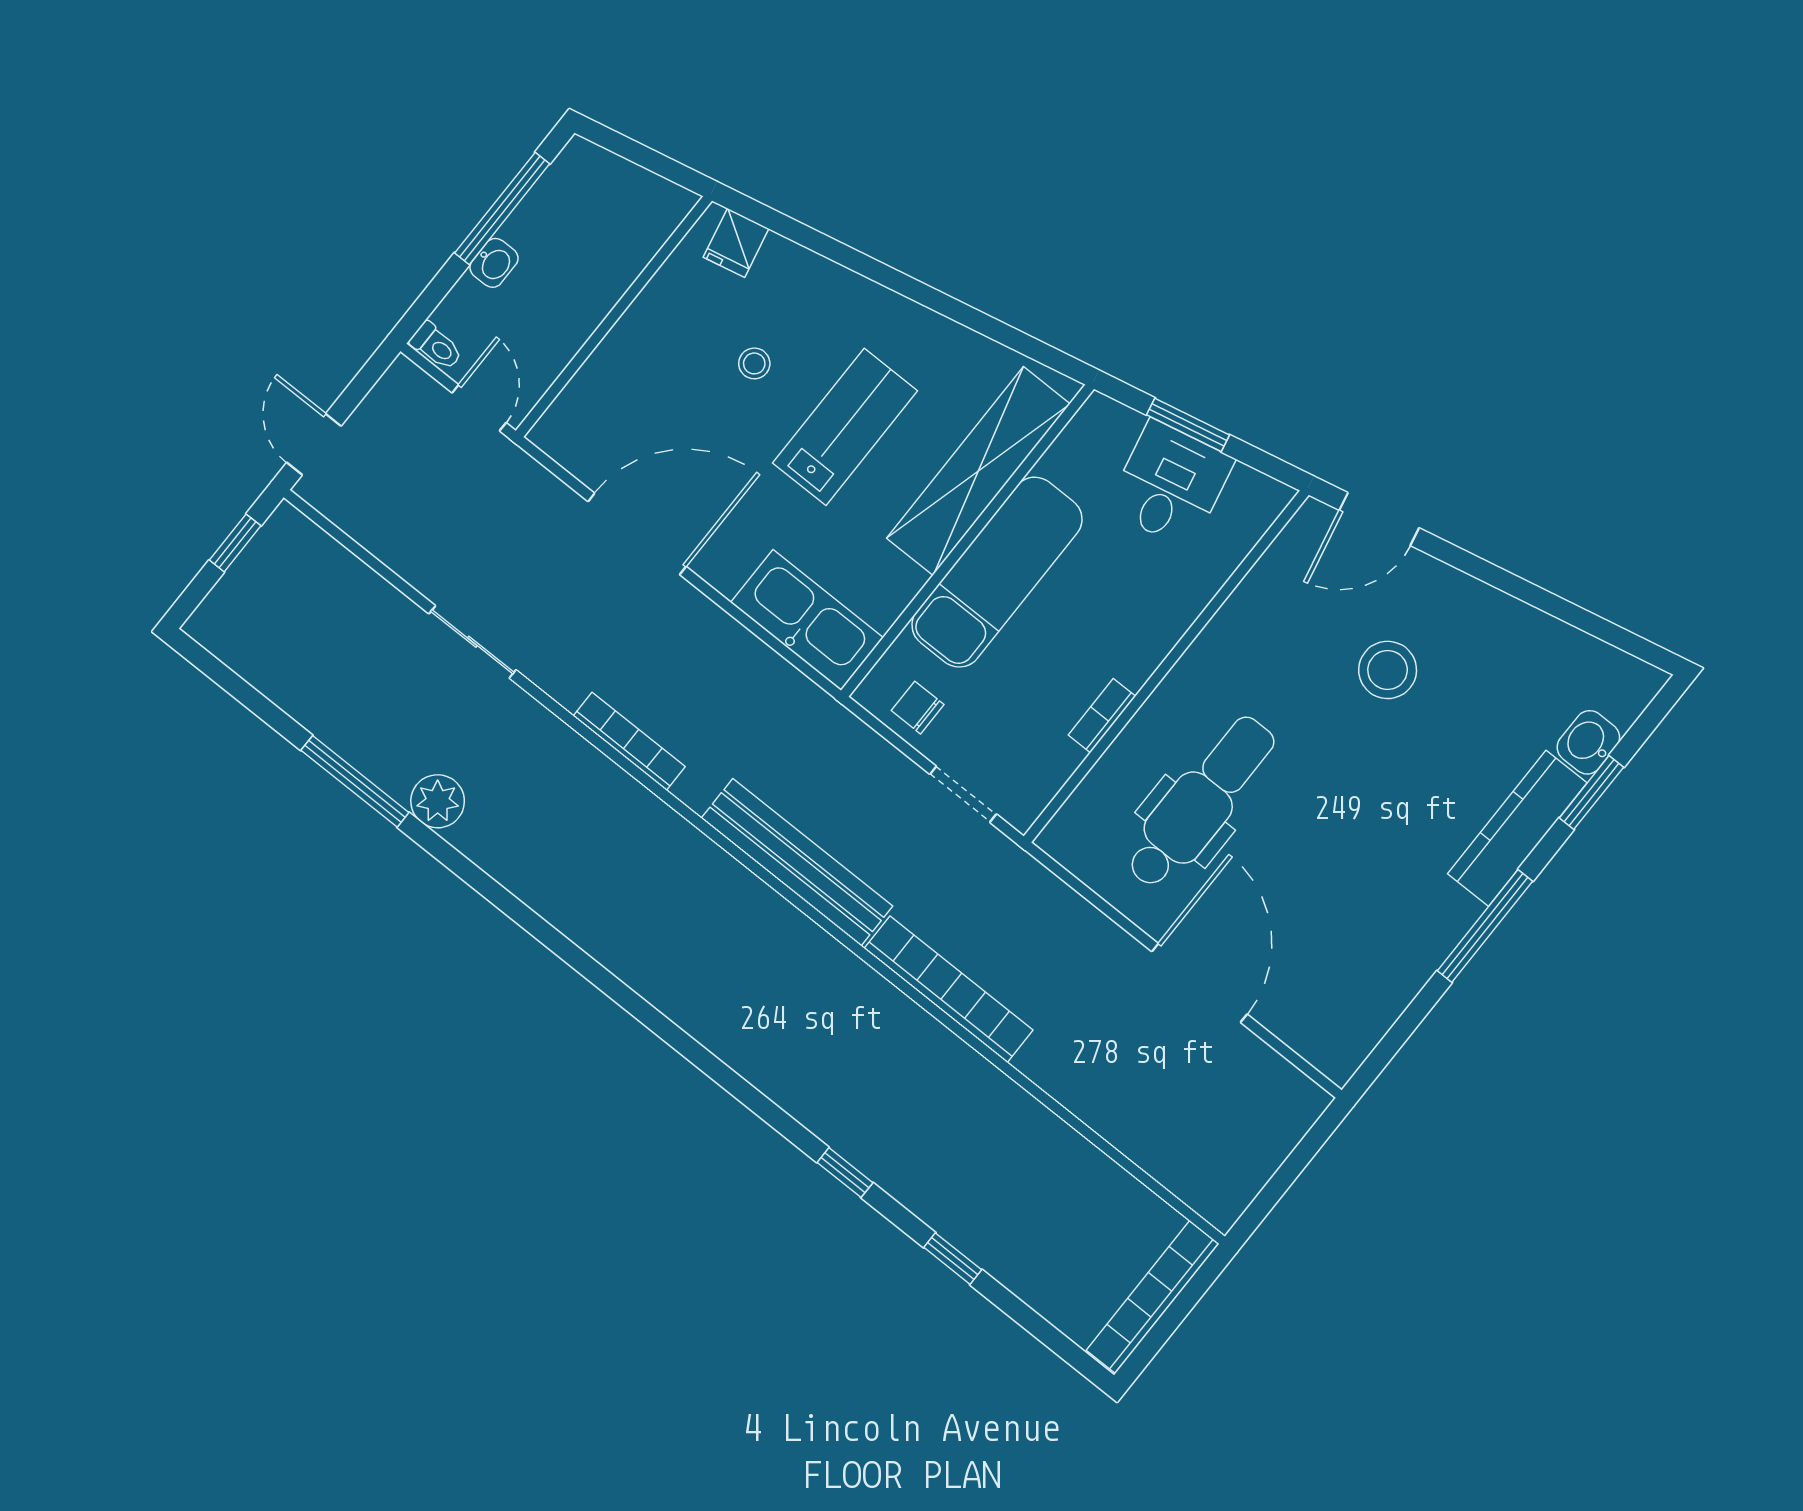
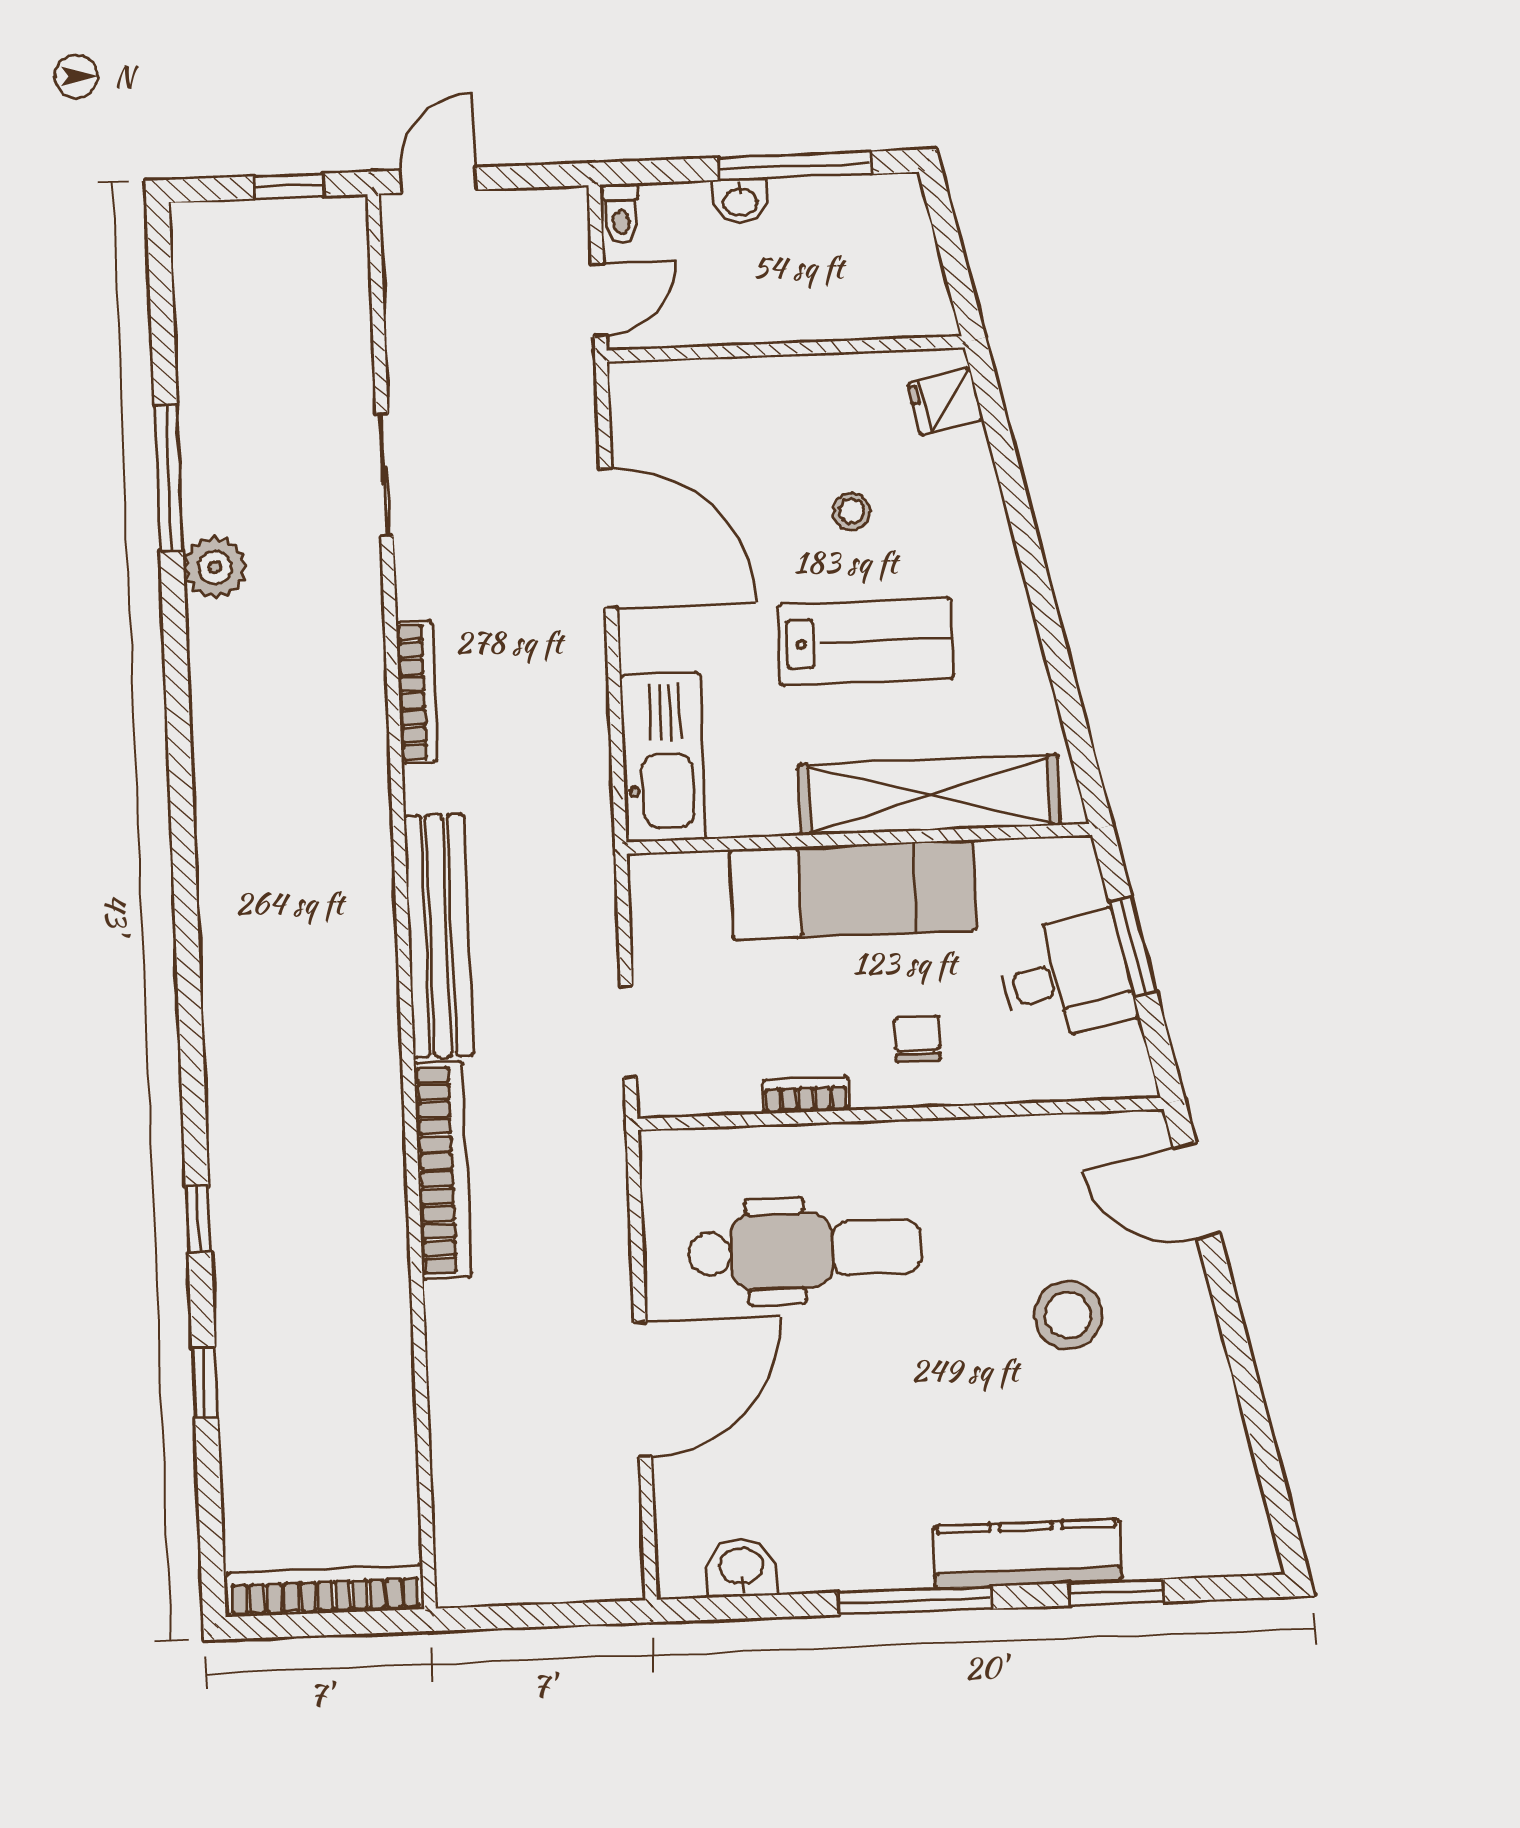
chair: (918, 708) -> (918, 1039), moved
washbasin: (1588, 742) -> (741, 1568), moved

